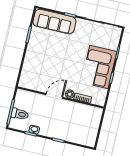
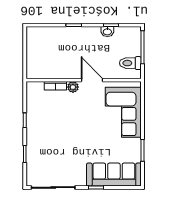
corner sofa: (99, 67) -> (123, 112), moved, turned 180
door: (54, 96) -> (92, 80), swing flipped
toilet: (20, 114) -> (130, 63), moved

